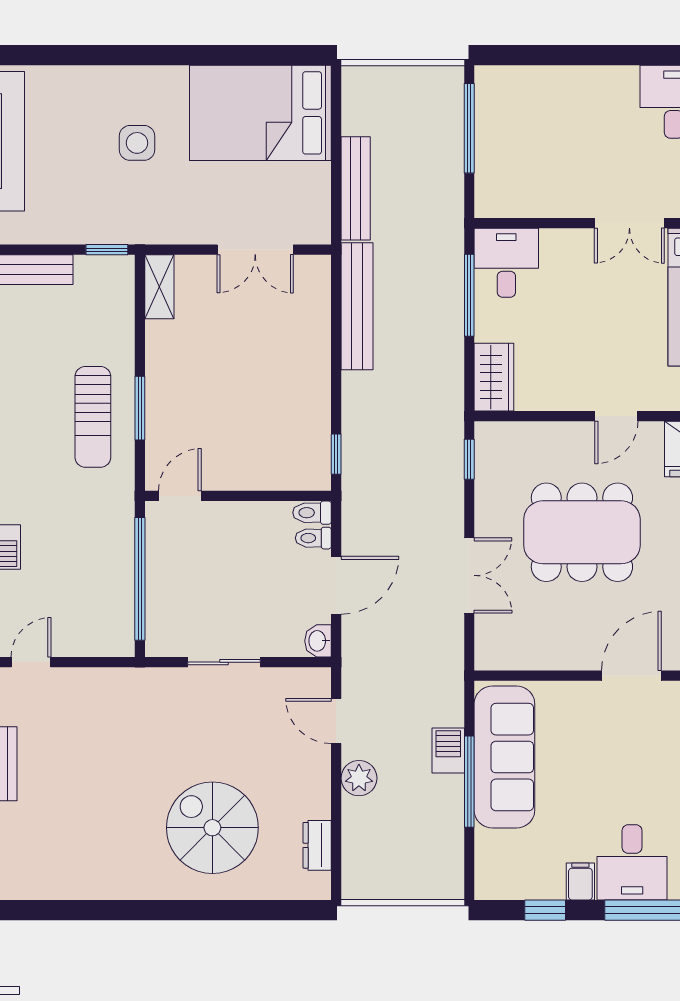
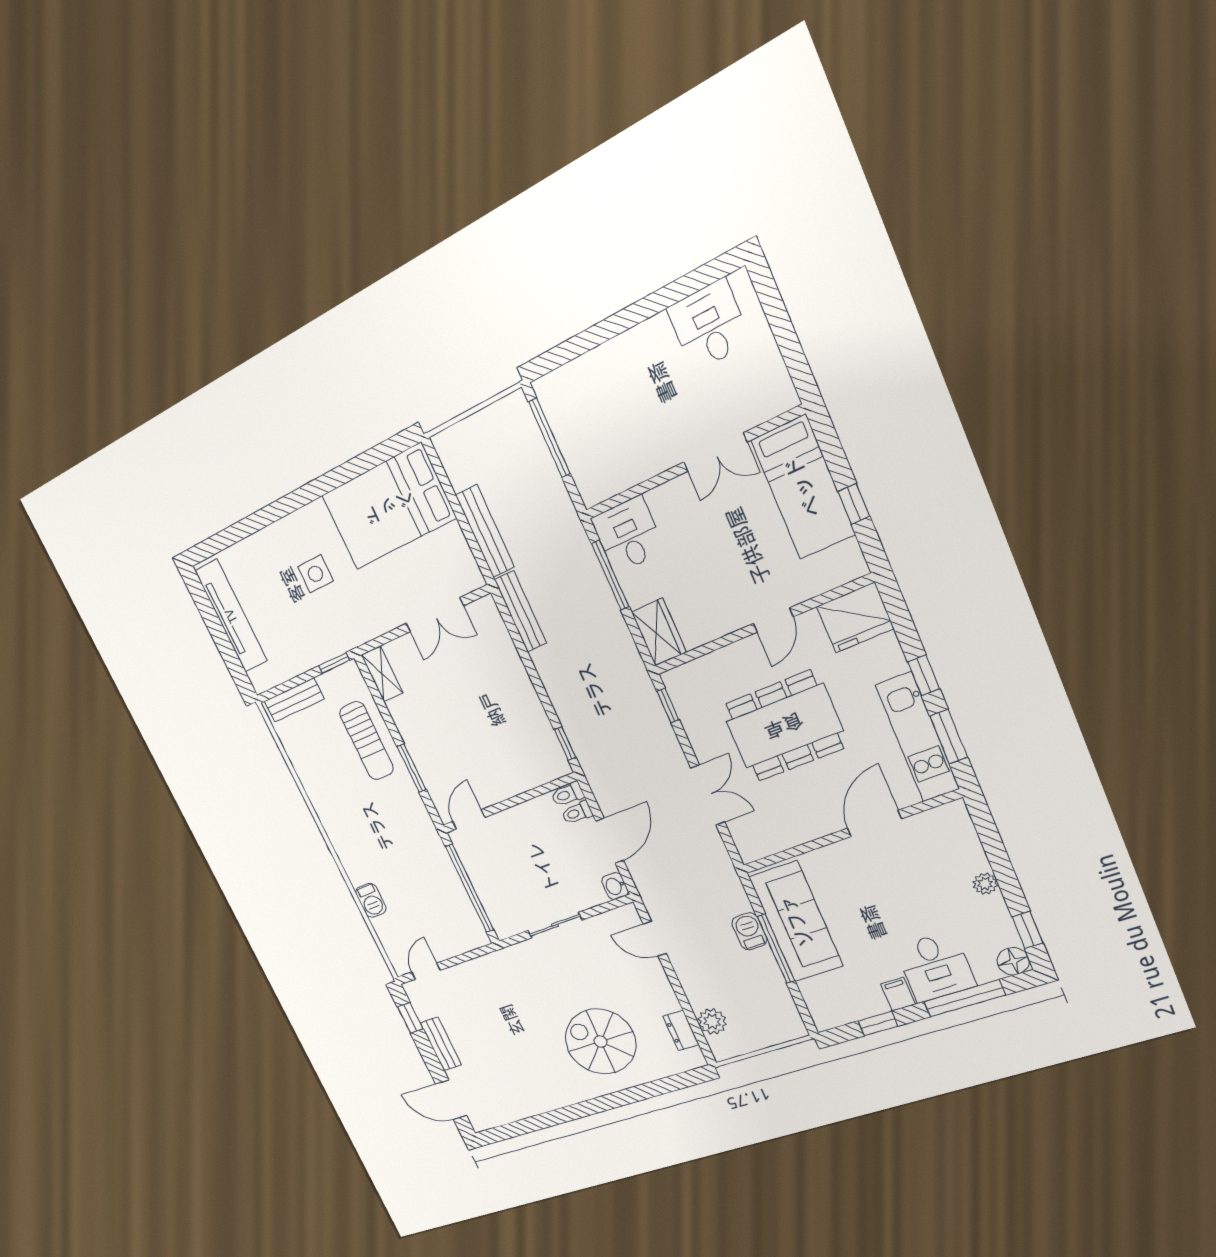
bench: (357, 306) -> (520, 611), width x0.73, depth x0.82
sun lounger: (93, 417) -> (367, 741), moved
plant: (359, 778) -> (712, 1022), moved

